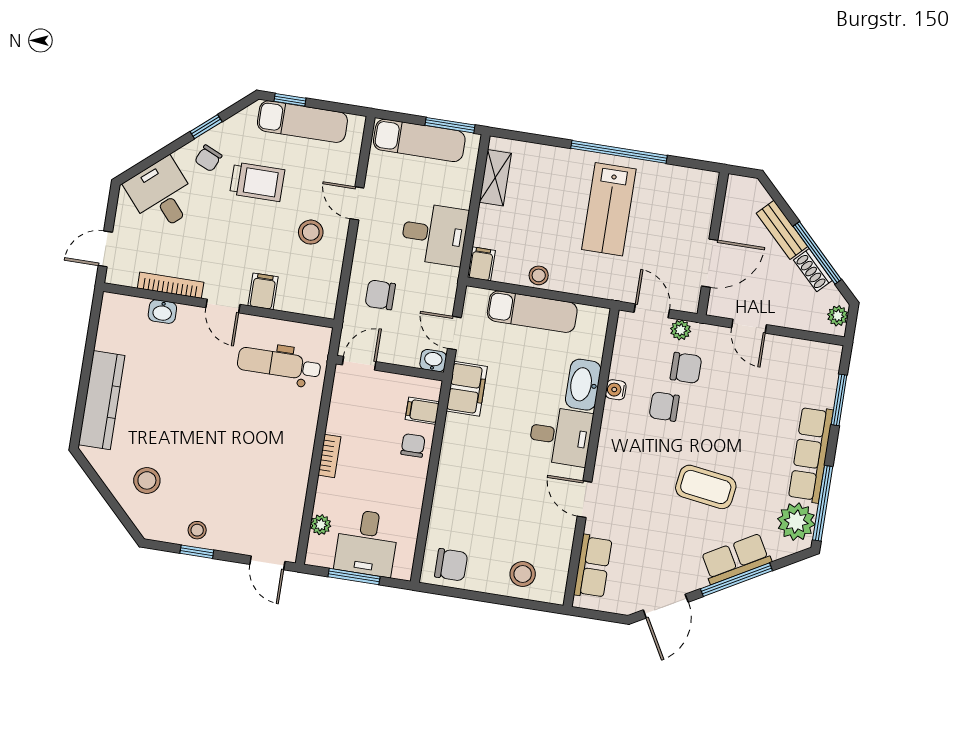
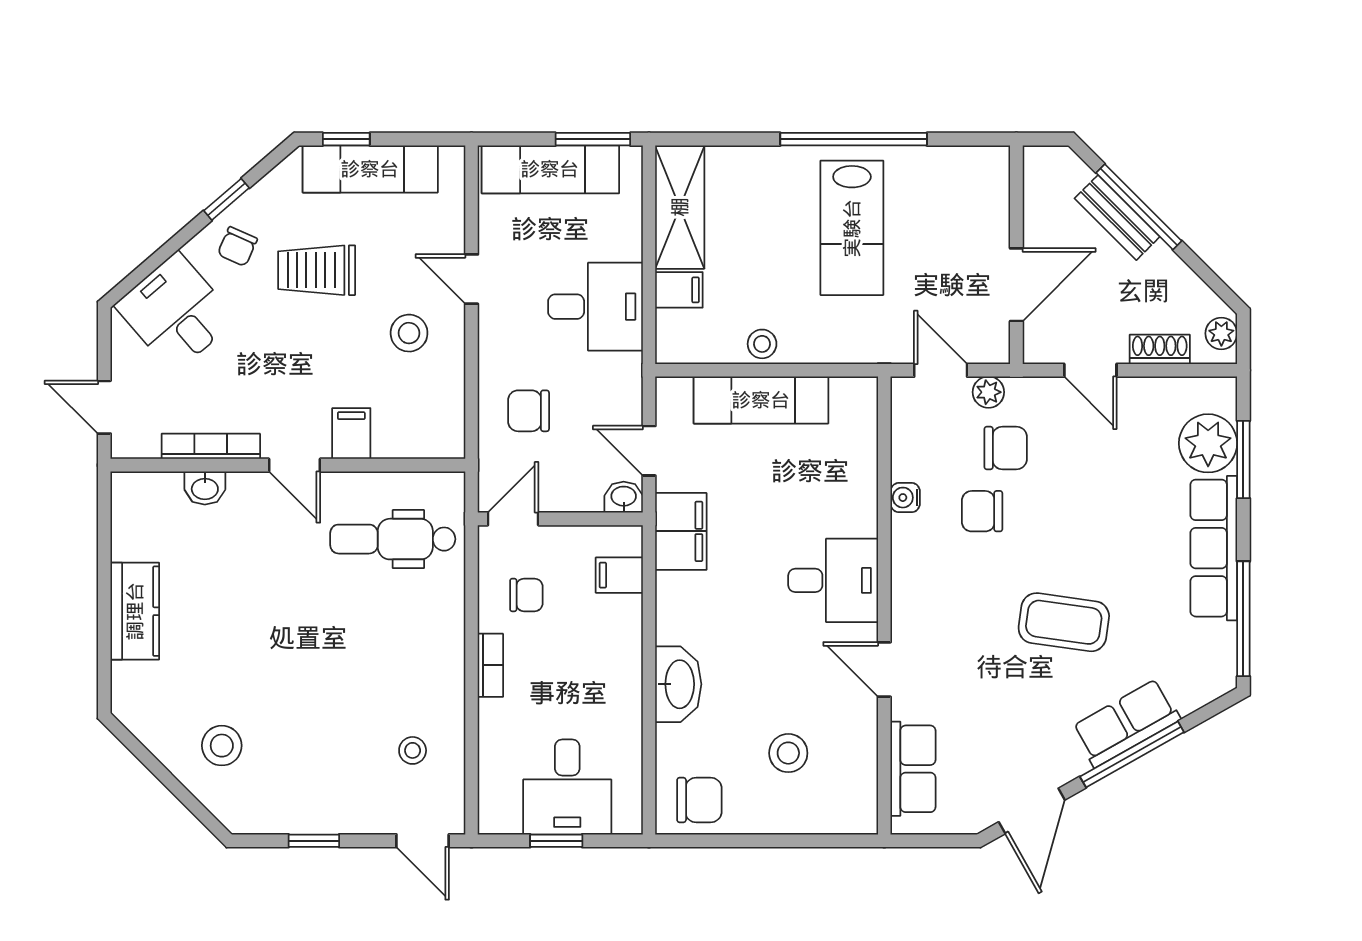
shelving: (495, 178) -> (680, 207), width x1.50, depth x1.33
trolley: (257, 182) -> (317, 270), turned 180
door: (105, 249) -> (104, 407), hinge flipped
window: (817, 253) -> (1139, 207), moved
filing cabinet: (481, 264) -> (679, 290), moved, turned 90
shoe rack: (813, 270) -> (1160, 349), moved, turned 135
washbasin: (583, 385) -> (678, 684), moved, turned 180
kitchen counter: (102, 400) -> (135, 611), width x0.67
chair: (413, 445) -> (526, 595), moved, turned 90
plant: (796, 522) -> (1208, 443), moved
plant: (321, 525) -> (494, 771), removed
stool: (197, 530) -> (413, 750), moved
stool: (523, 574) -> (788, 753), moved
window: (354, 577) -> (556, 841), width x0.67

